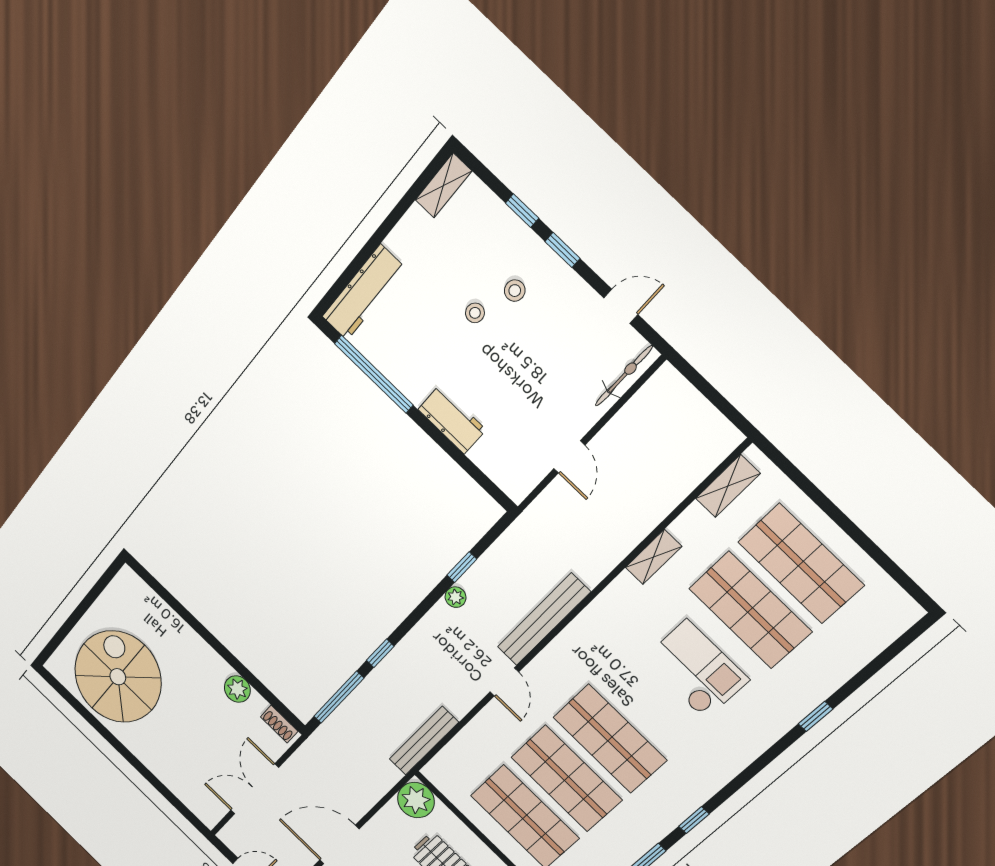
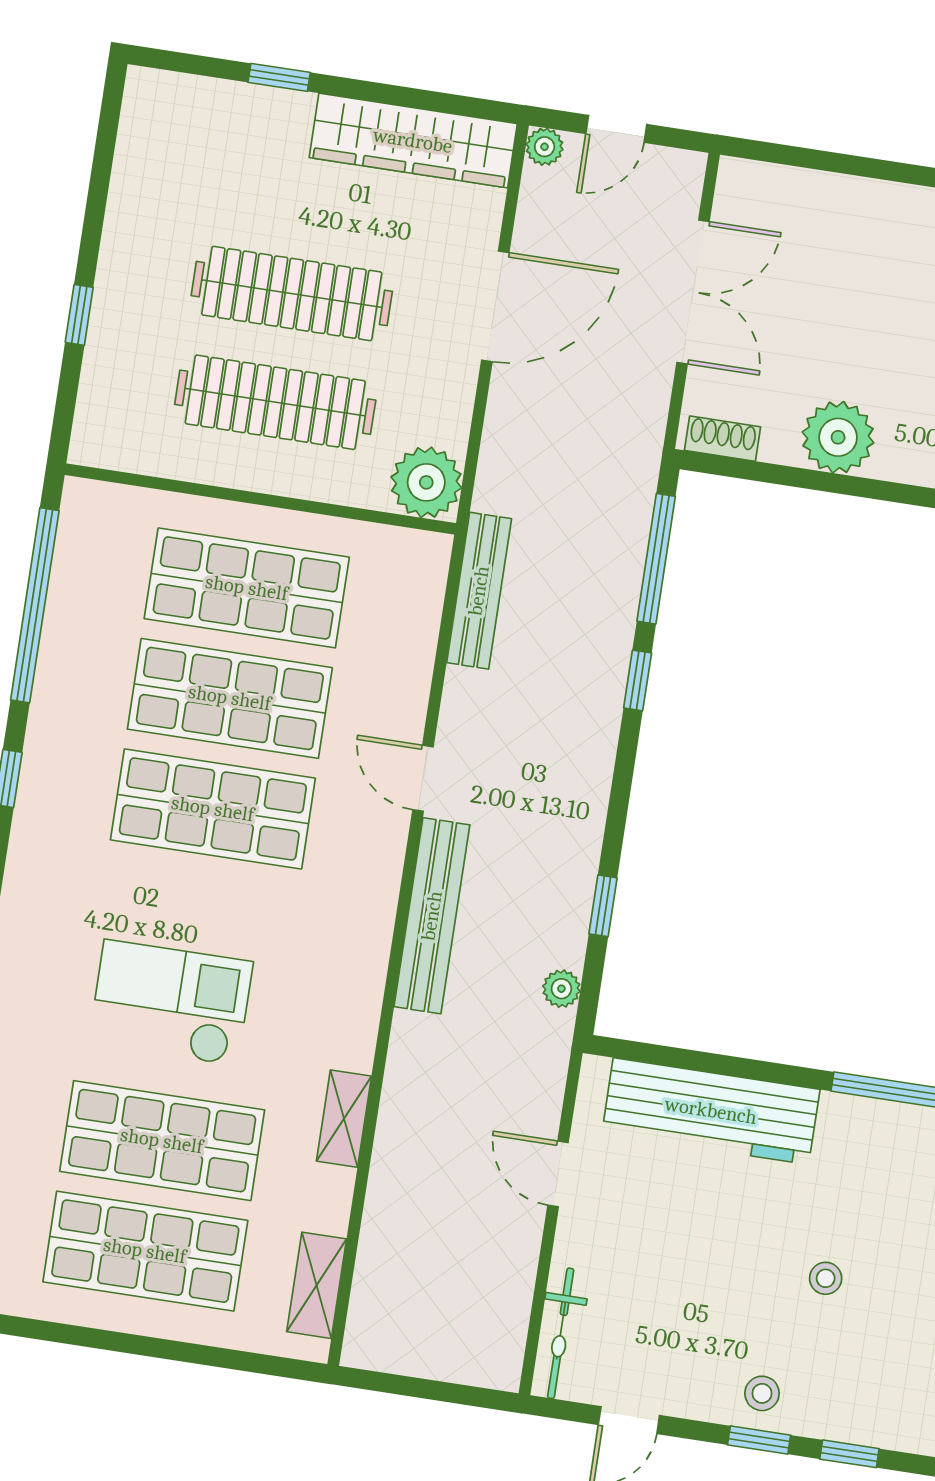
stool: (515, 291) -> (762, 1393), moved
workbench: (452, 420) -> (711, 1111), width x1.88, depth x1.32
plant: (456, 597) -> (561, 989), moved
checkout: (696, 670) -> (171, 1003), turned 180
plant: (237, 689) -> (838, 437), width x1.36, depth x1.36

